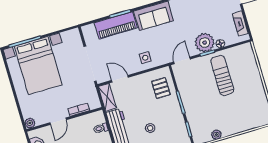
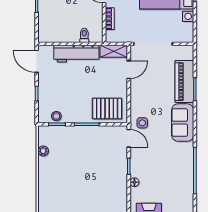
plant: (205, 43) -> (140, 167), removed
side table: (145, 58) -> (142, 123), moved
sun lounger: (222, 75) -> (101, 175), removed
pallet: (161, 88) -> (107, 109), width x1.50, depth x1.42
stool: (150, 128) -> (56, 116), moved

